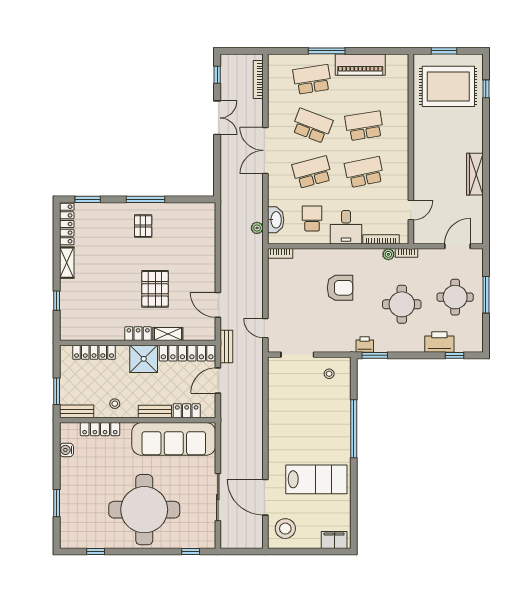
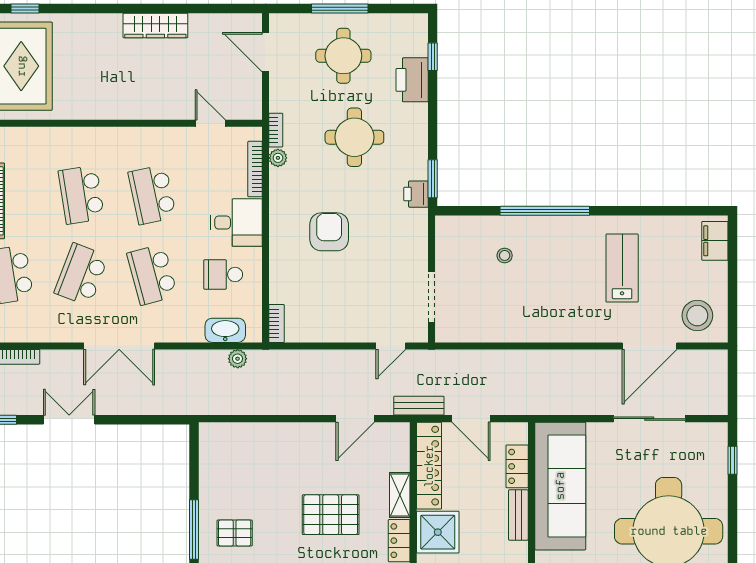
stool: (329, 374) -> (505, 255), moved
lab bench: (316, 479) -> (622, 268), width x0.73, depth x0.72

